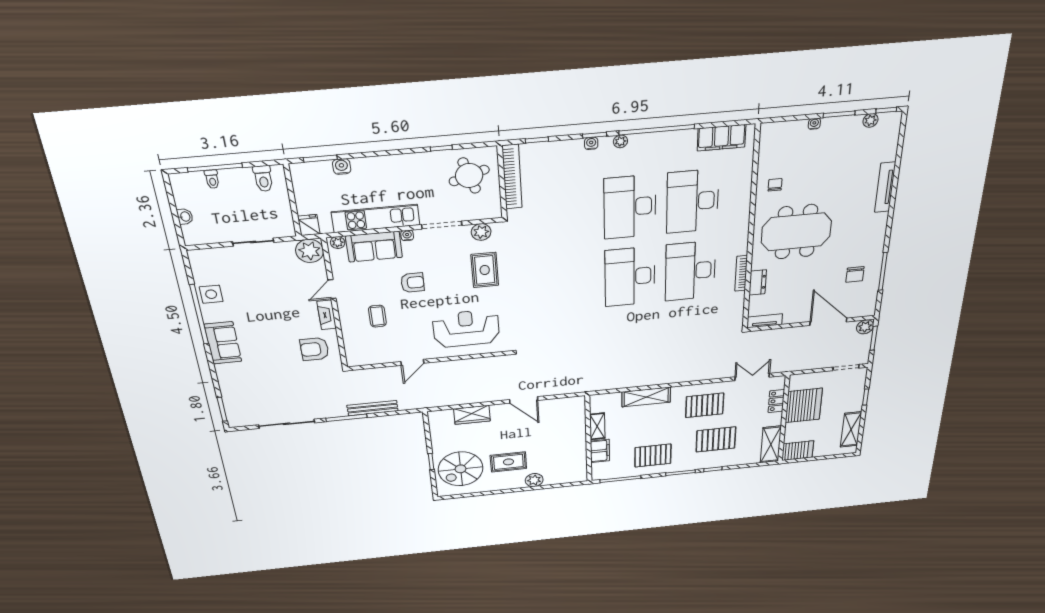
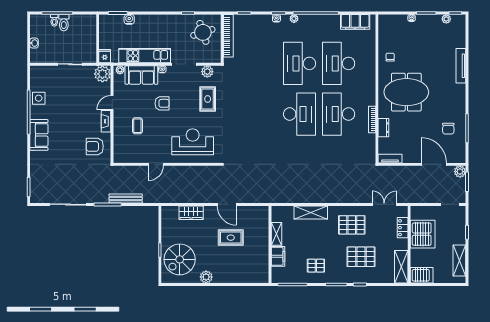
toilet: (263, 179) -> (64, 23), moved
desk: (630, 277) -> (300, 114), turned 180
pallet: (653, 456) -> (316, 266), width x0.67, depth x0.71
rug: (508, 462) -> (231, 238), moved
plant: (534, 480) -> (206, 277), moved

